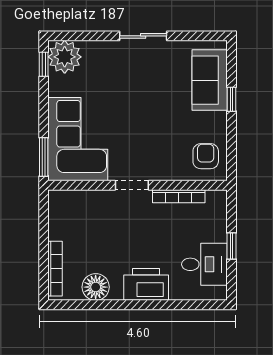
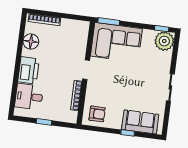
desk: (204, 264) -> (29, 97), moved, turned 90

